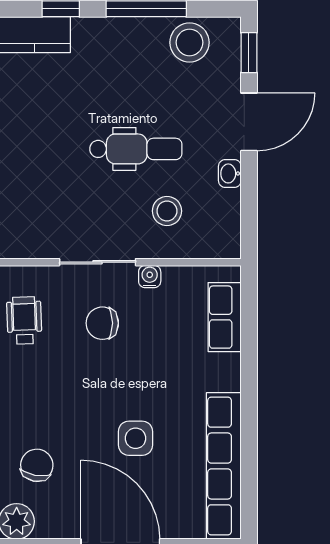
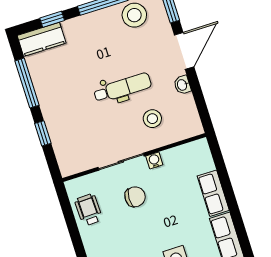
row of seats: (225, 317) -> (213, 193), moved
chair: (102, 323) -> (135, 197), turned 180

